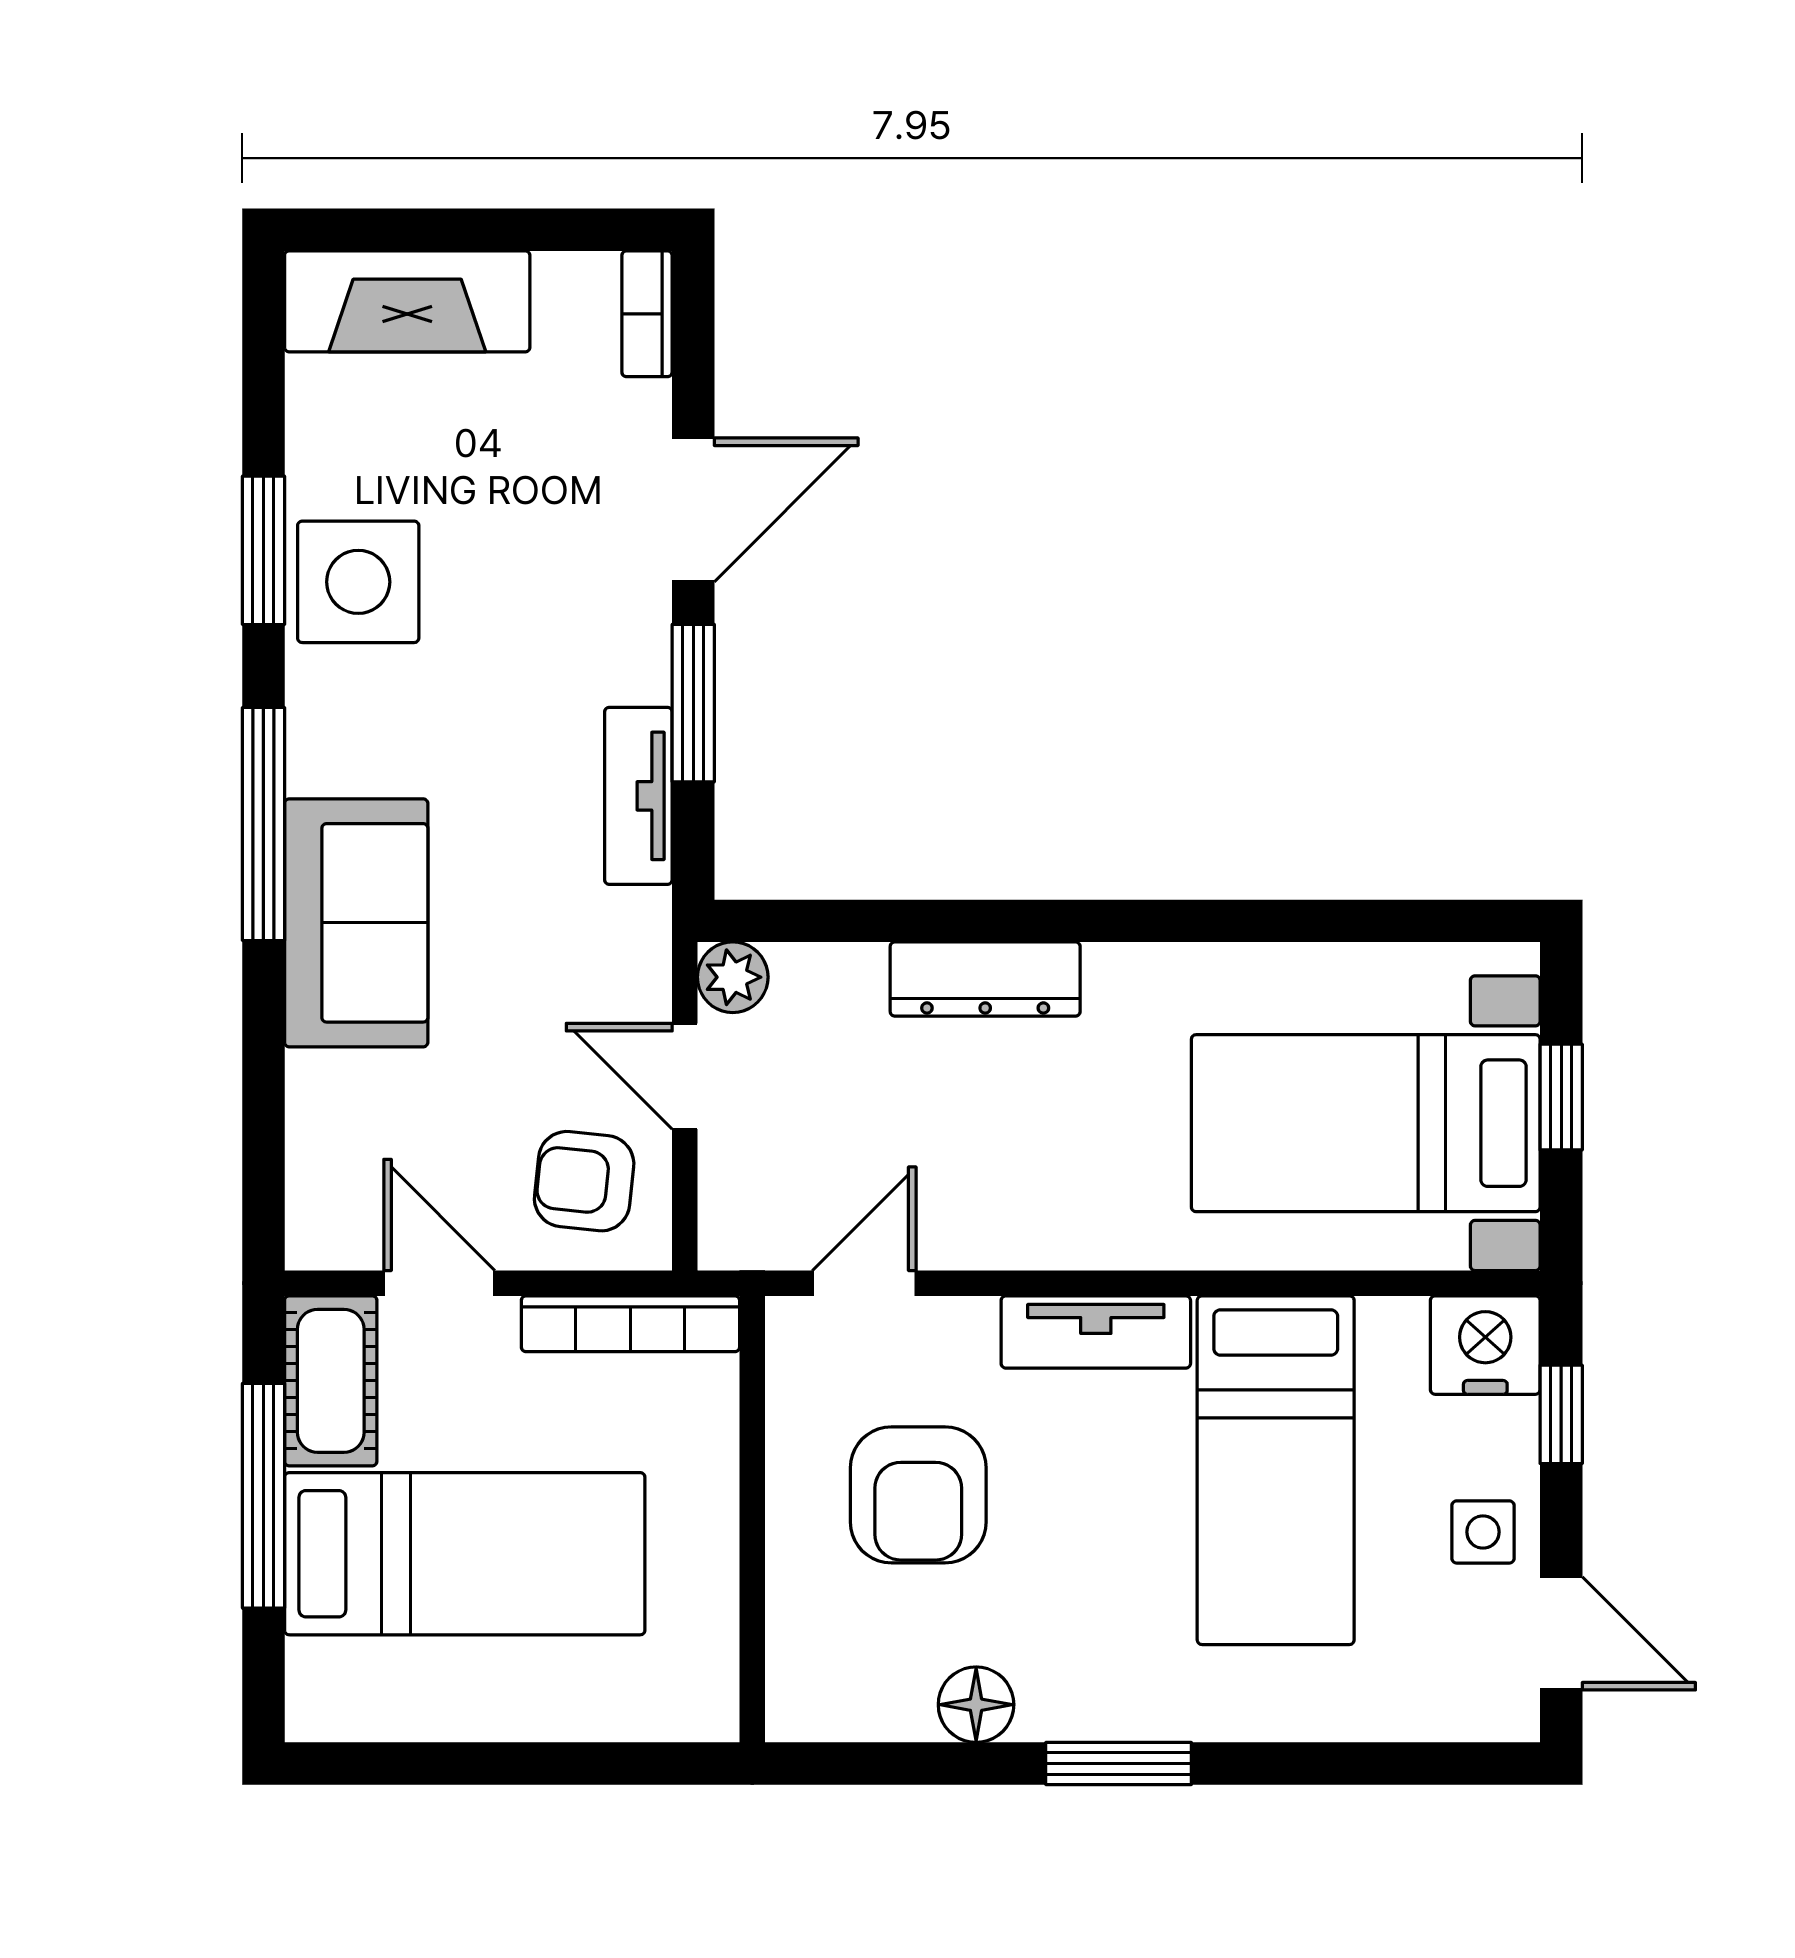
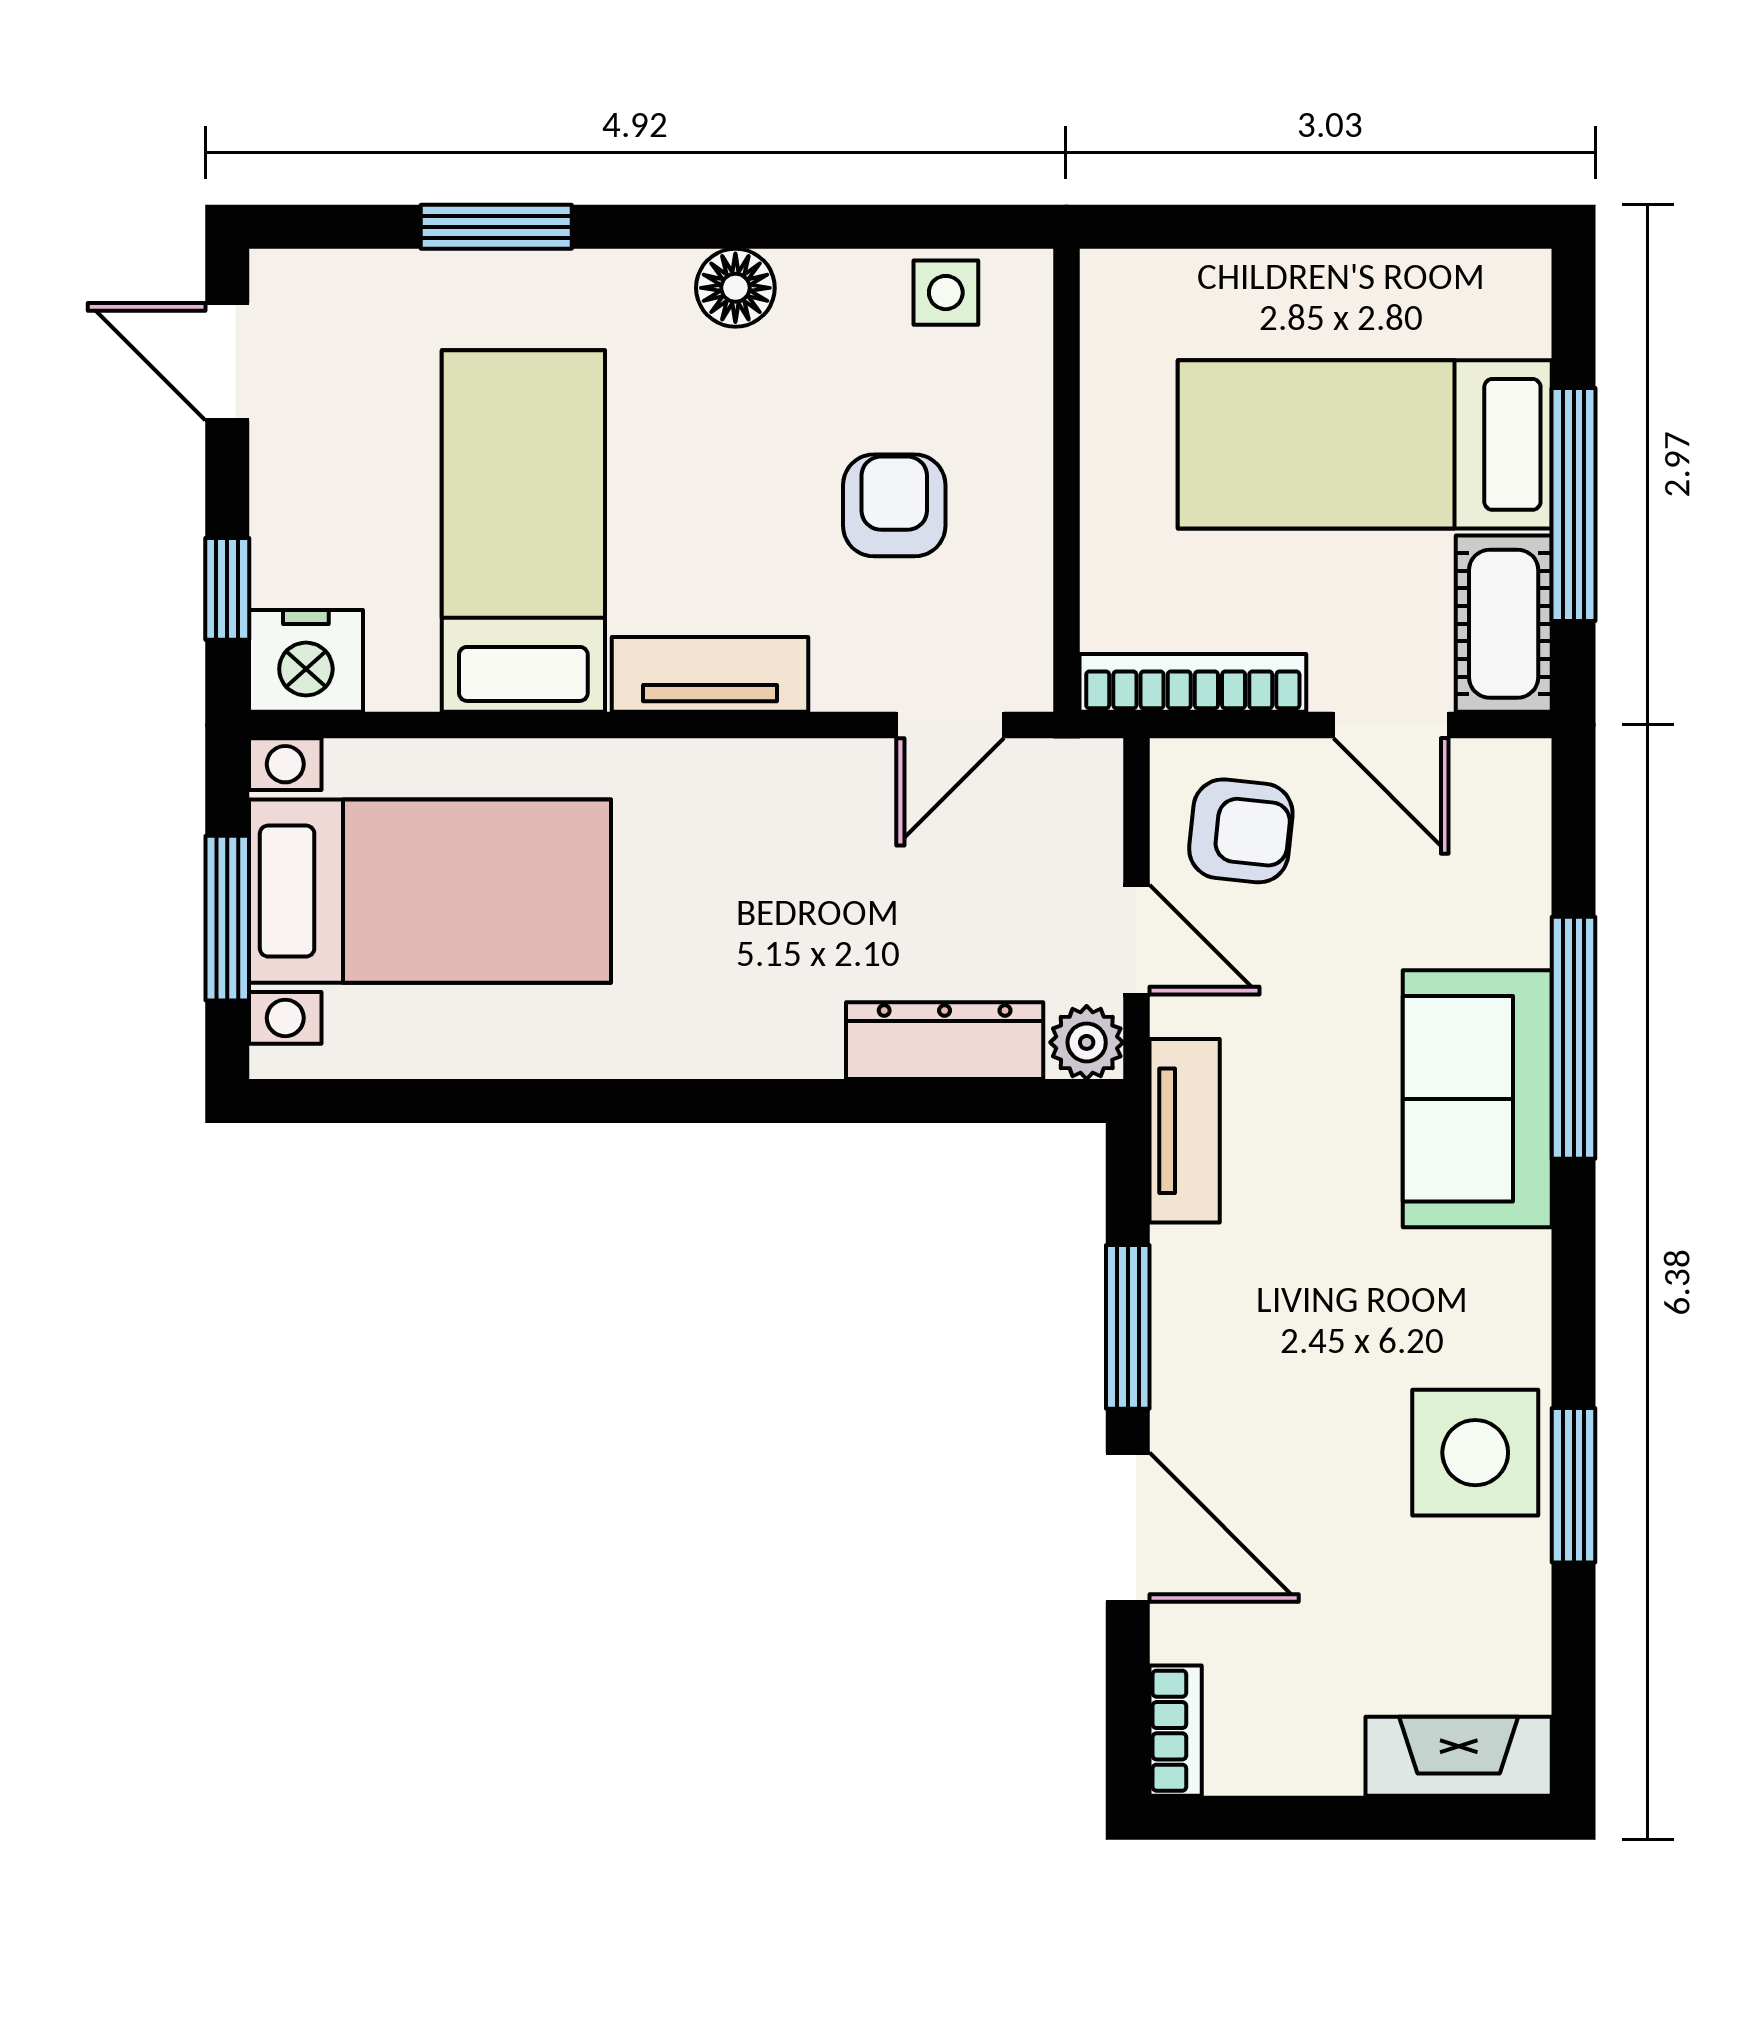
fireplace: (407, 301) -> (1459, 1756), width x0.73, depth x0.76
door: (693, 510) -> (1128, 1527), swing flipped
tv unit: (638, 796) -> (1185, 1131), moved
window: (263, 824) -> (1574, 1038), moved
dresser: (985, 979) -> (945, 1041), moved
window: (1561, 1097) -> (227, 918), width x1.50
armchair: (918, 1495) -> (894, 505), width x0.72, depth x0.72
side table: (1483, 1532) -> (946, 293), moved
floor lamp: (976, 1705) -> (735, 288), moved
window: (1119, 1764) -> (496, 227), moved

